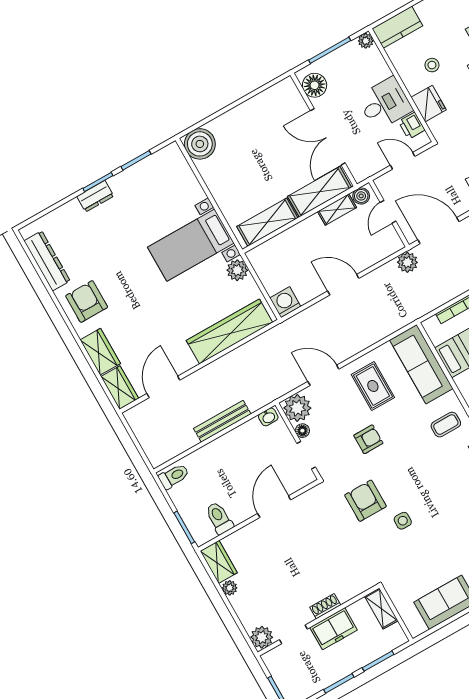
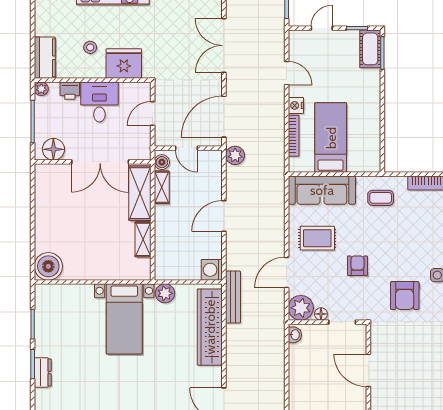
fridge: (429, 104) -> (124, 64), width x1.36, depth x1.34
printer: (412, 126) -> (70, 91), moved
shelving: (267, 222) -> (143, 239), width x0.67, depth x0.75
bench: (222, 421) -> (233, 297), moved
coffee table: (446, 425) -> (381, 198), turned 90
armchair: (365, 501) -> (405, 296), turned -90

